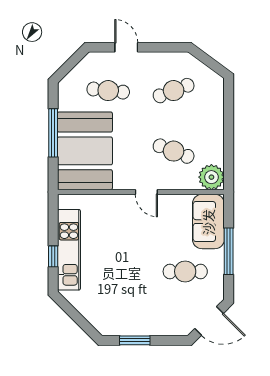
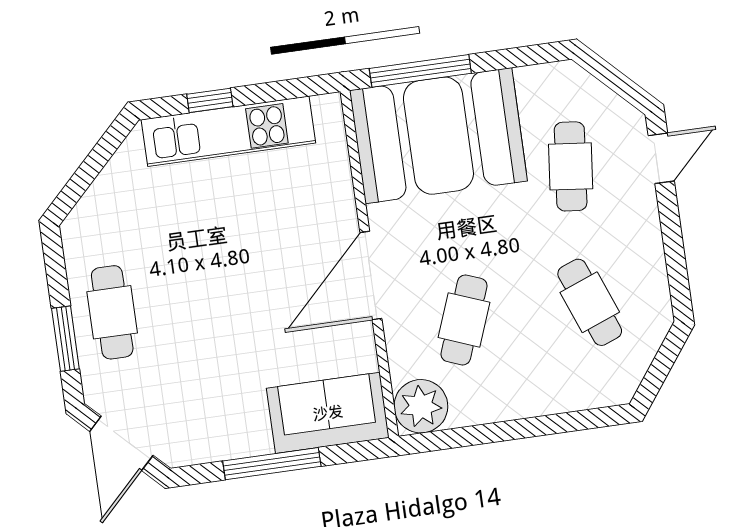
door: (126, 47) -> (661, 158), moved
window: (53, 133) -> (420, 71), moved
door: (146, 192) -> (371, 276), width x1.88
cafe table: (185, 271) -> (112, 312), moved
window: (135, 340) -> (65, 339), moved

